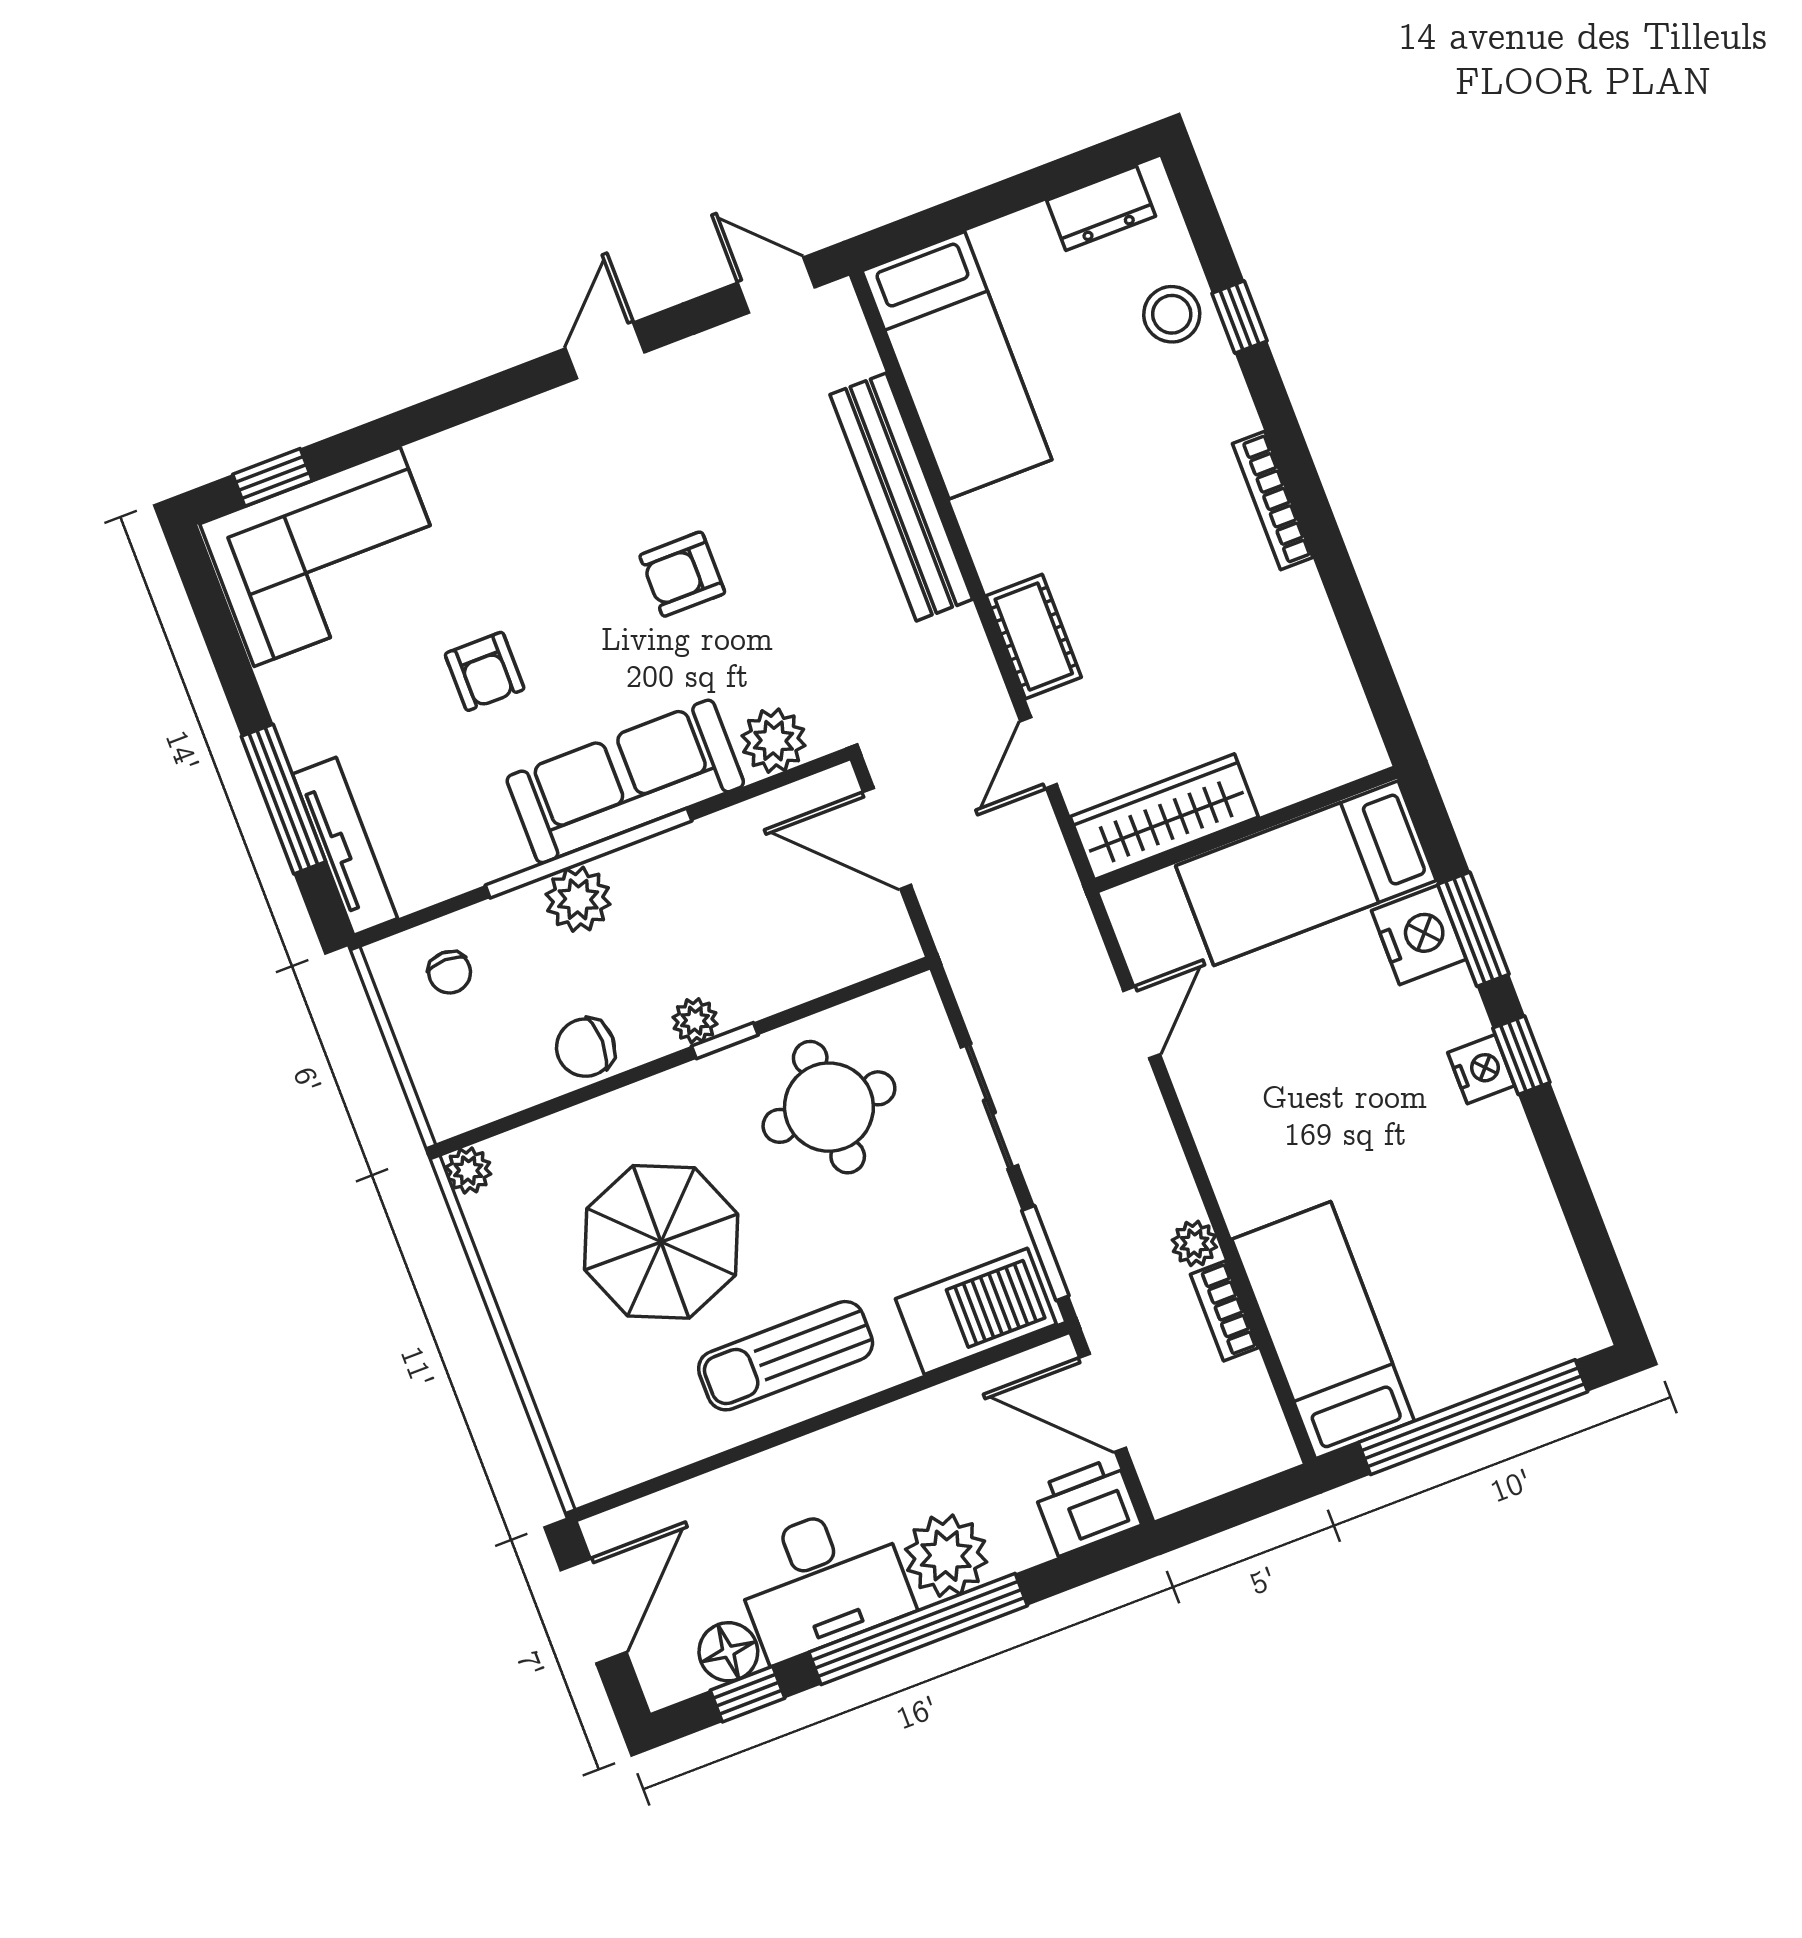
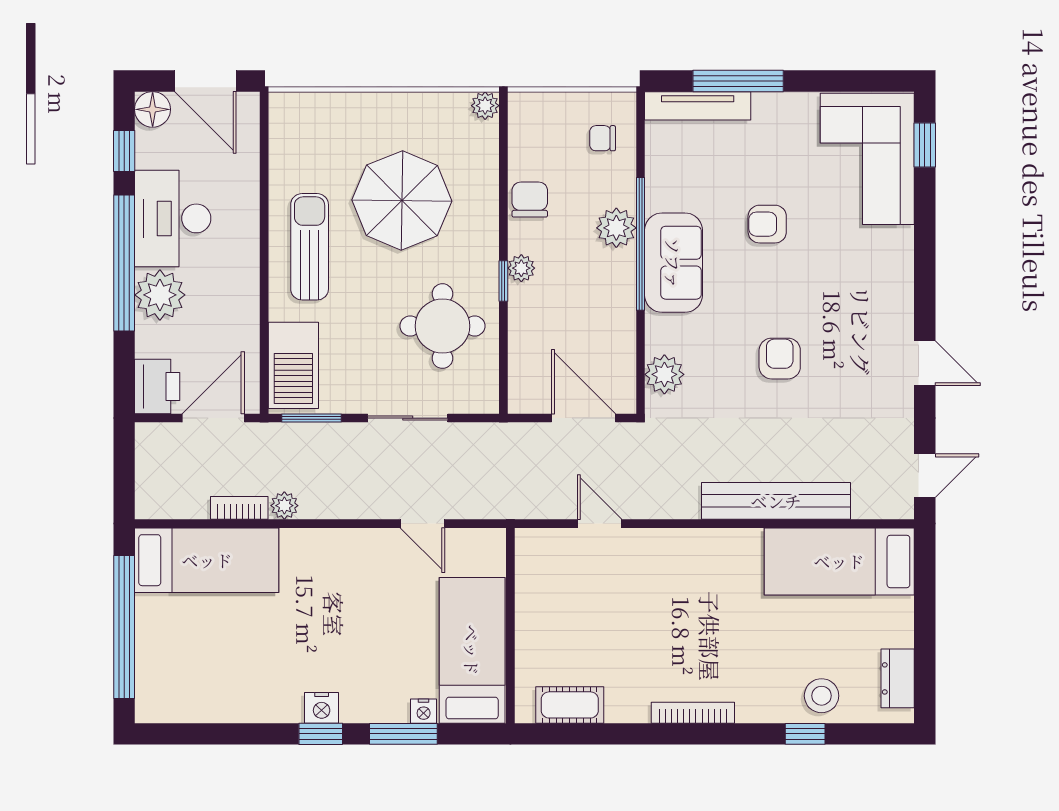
cot: (1034, 636) -> (570, 705), moved
sofa: (625, 781) -> (673, 263), width x0.73
wardrobe: (1164, 817) -> (535, 582), removed
door: (887, 839) -> (584, 418), hinge flipped
nightstand: (1419, 935) -> (424, 711), width x0.53, depth x0.56
floor lamp: (728, 1652) -> (153, 109), moved

